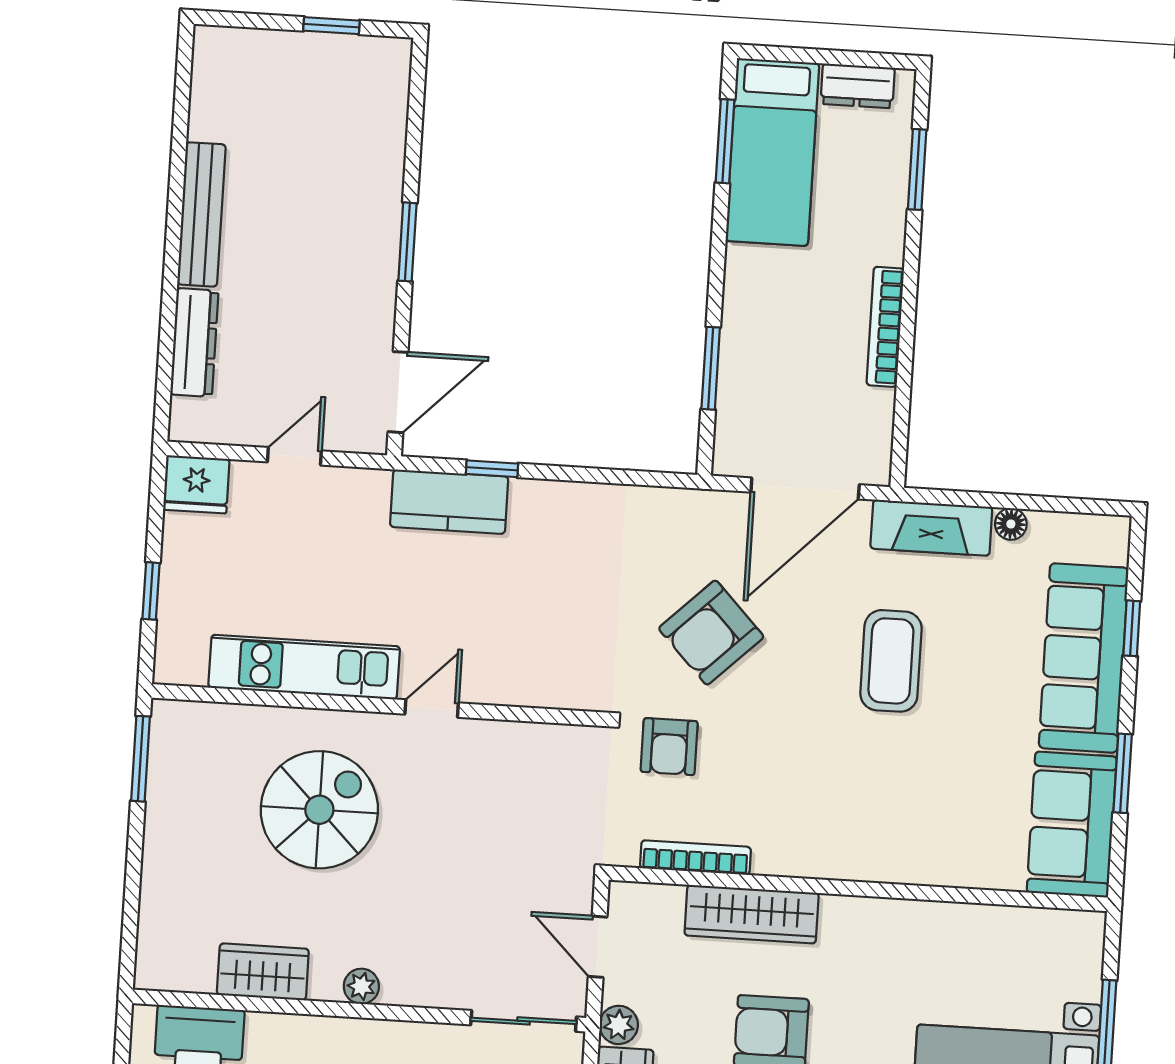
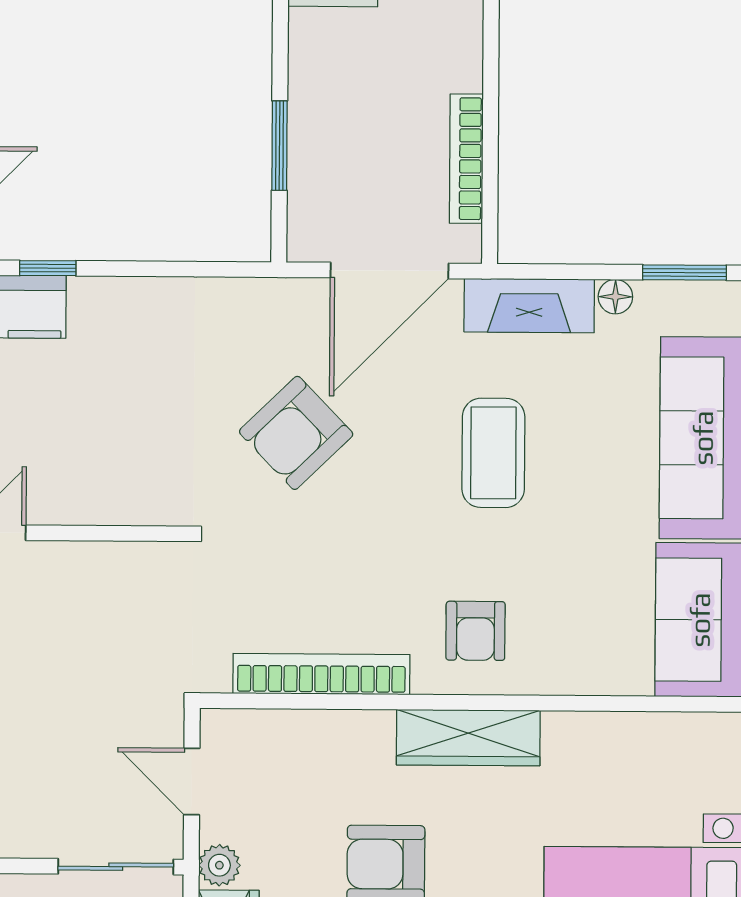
bookcase: (885, 327) -> (466, 159), moved
window: (1075, 505) -> (685, 273), added
armchair: (669, 747) -> (475, 631), moved
bookcase: (695, 858) -> (321, 674), width x1.48, depth x1.31
wardrobe: (752, 914) -> (468, 738), moved

